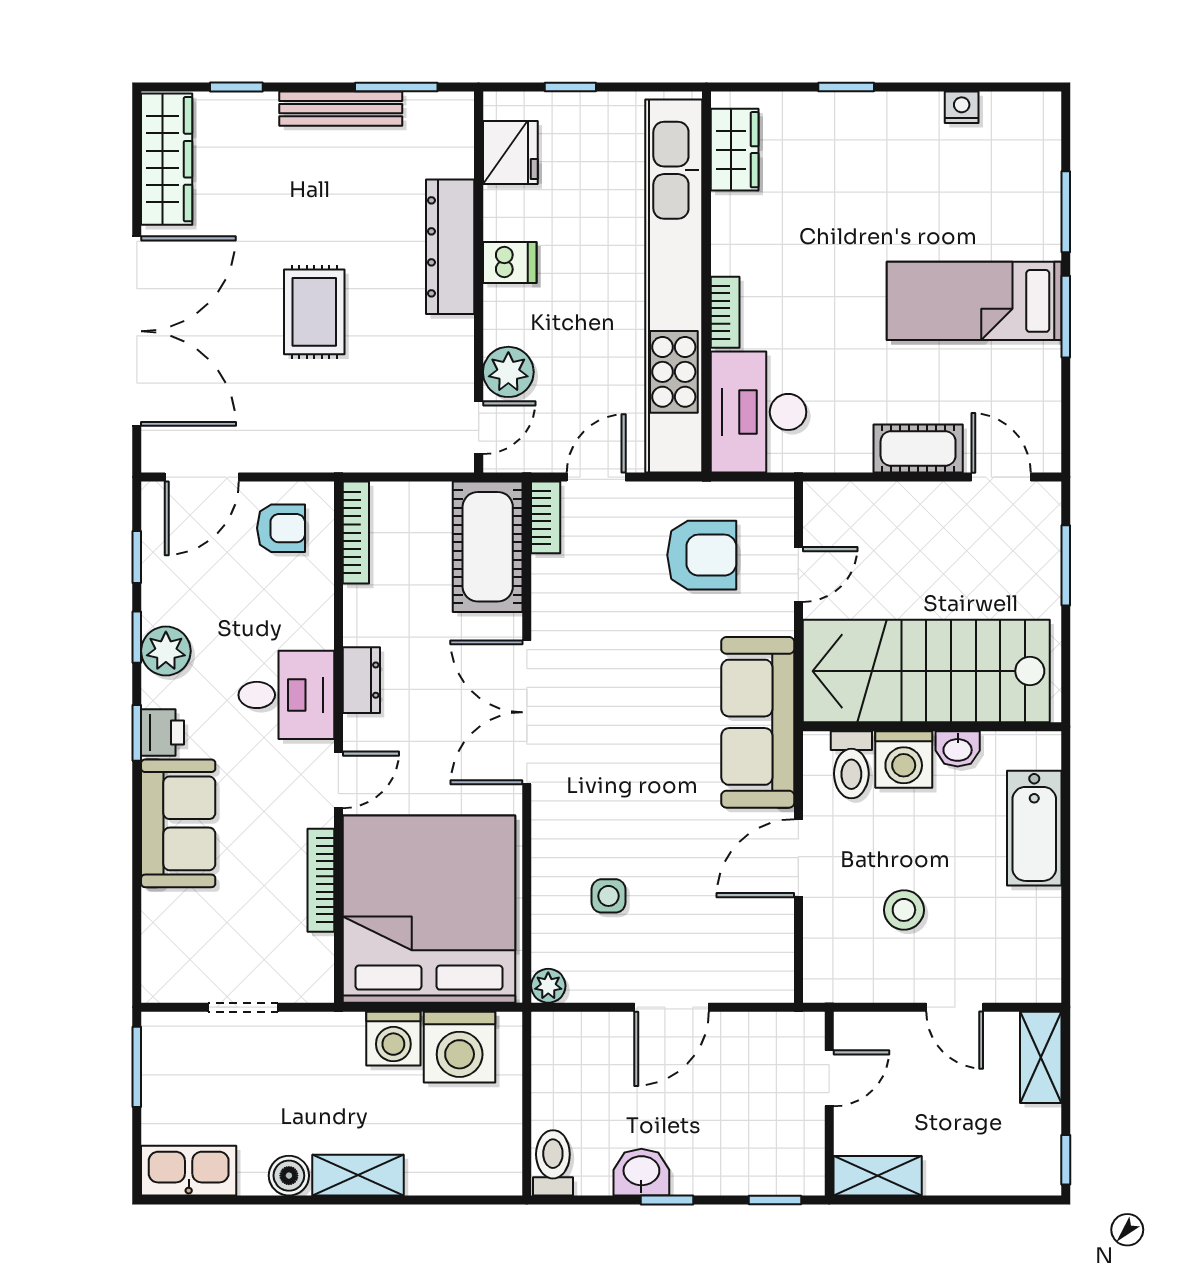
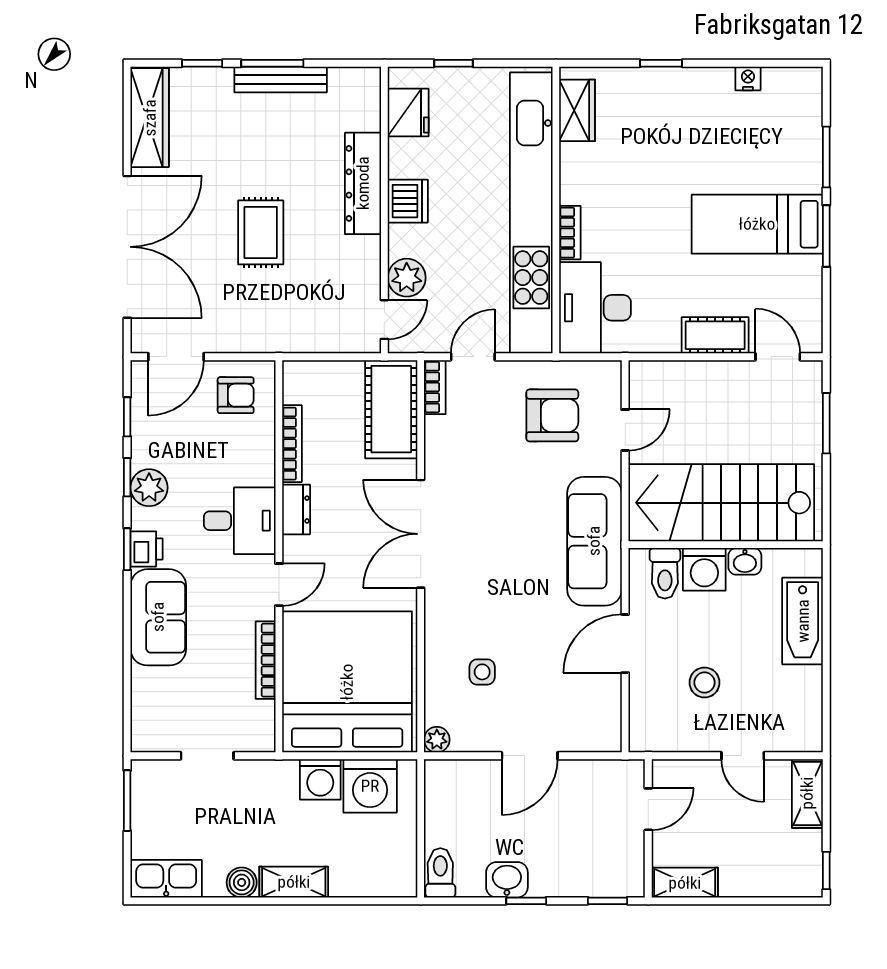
window: (396, 87) -> (272, 63), moved
dishwasher: (510, 262) -> (408, 201), width x1.38
bookcase: (356, 533) -> (292, 444), moved

